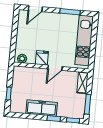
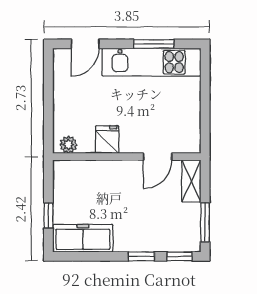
kitchen unit: (84, 40) -> (152, 62), moved, turned -90
door: (55, 68) -> (158, 157), moved
freezer: (42, 108) -> (83, 238), moved

